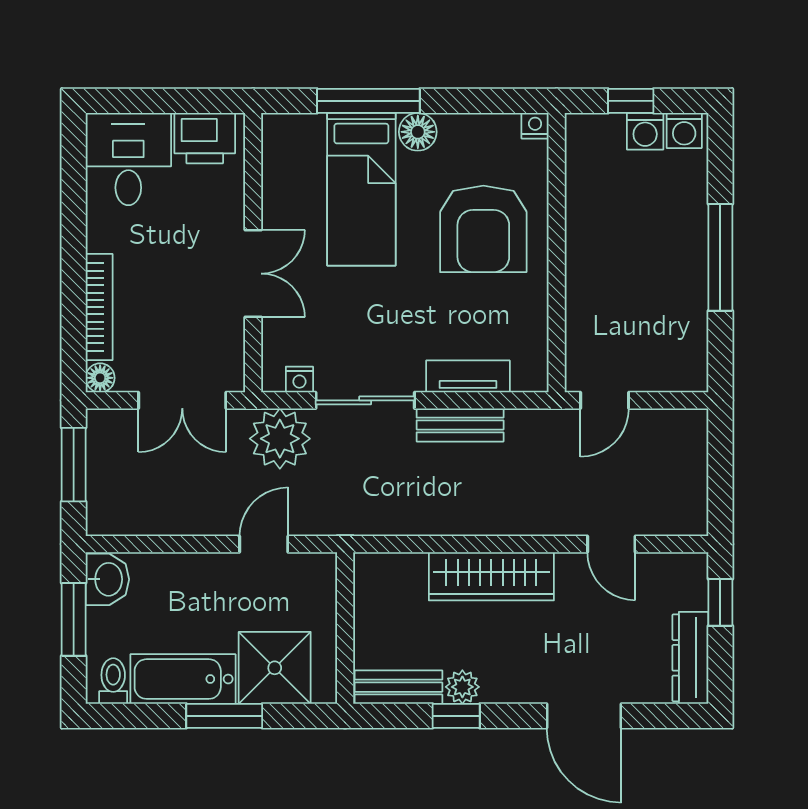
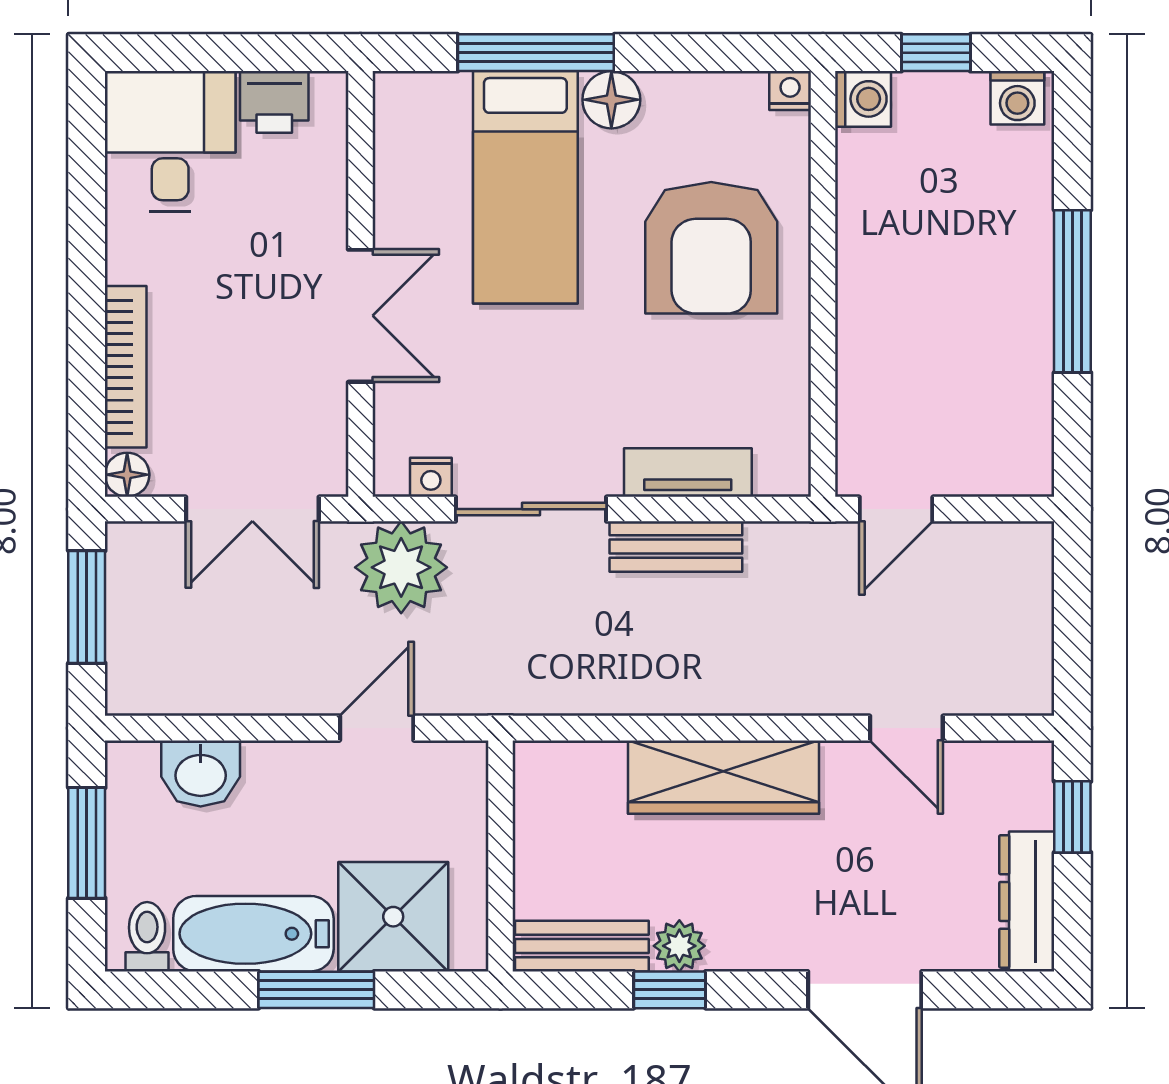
washing machine: (645, 131) -> (863, 99), moved, turned -90
printer: (205, 138) -> (274, 102), width x0.73, depth x0.81
washbasin: (107, 579) -> (201, 773), moved, turned 90

